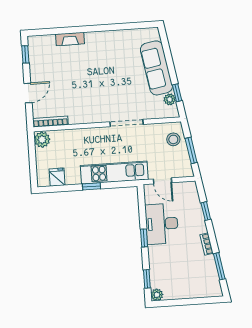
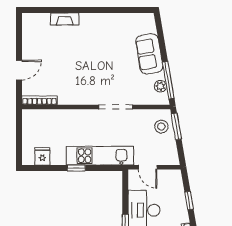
window: (25, 54) -> (19, 31), removed
sofa: (156, 68) -> (149, 54), width x0.73
window: (177, 93) -> (168, 80), width x2.17
plant: (42, 140) -> (30, 118), removed
window: (191, 150) -> (176, 126), moved

